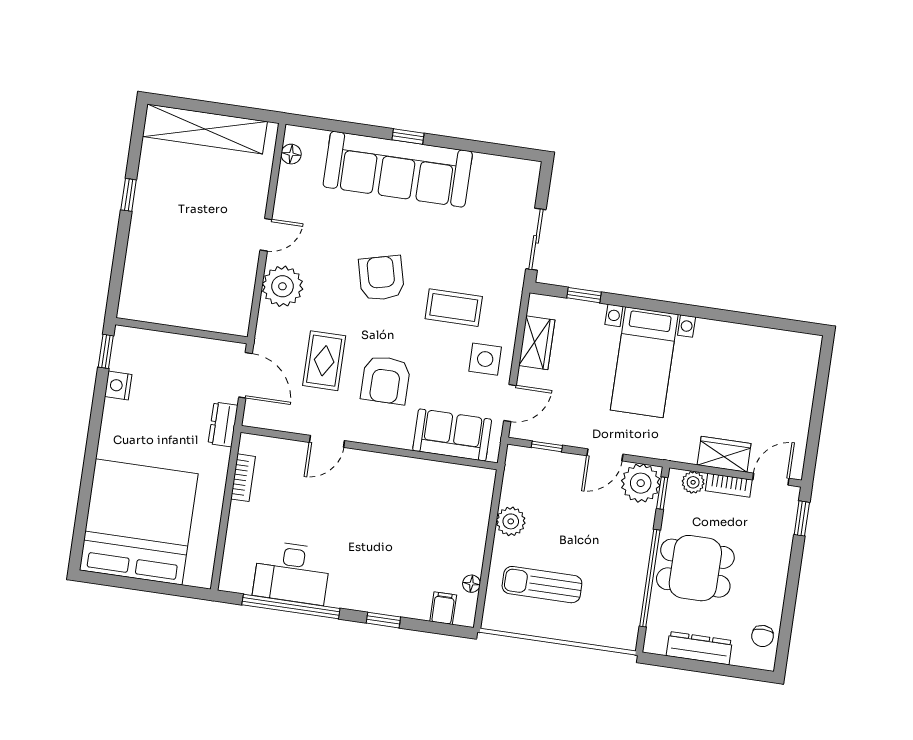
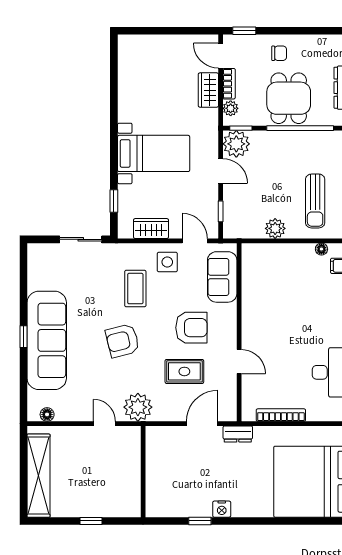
wall: (181, 331) -> (143, 472), moved
bookcase: (243, 478) -> (281, 415), width x1.56
chair: (763, 636) -> (279, 53), moved

